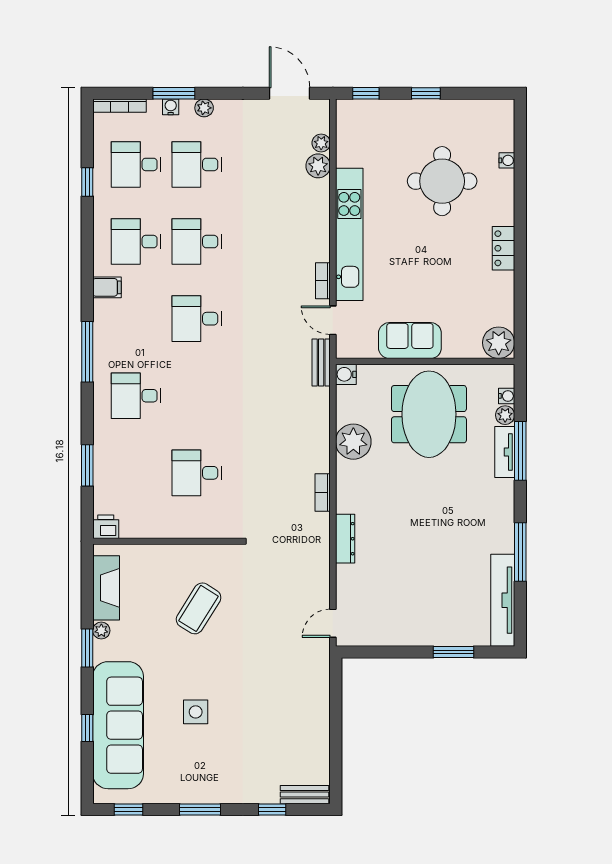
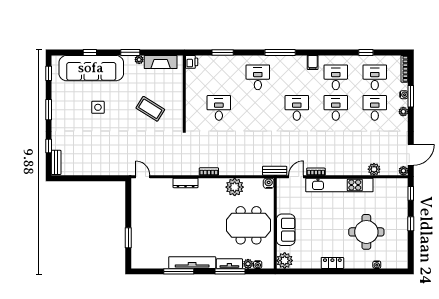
plant: (321, 143) -> (403, 171), moved
sofa: (410, 341) -> (286, 230), moved
tv unit: (503, 600) -> (192, 263), moved

